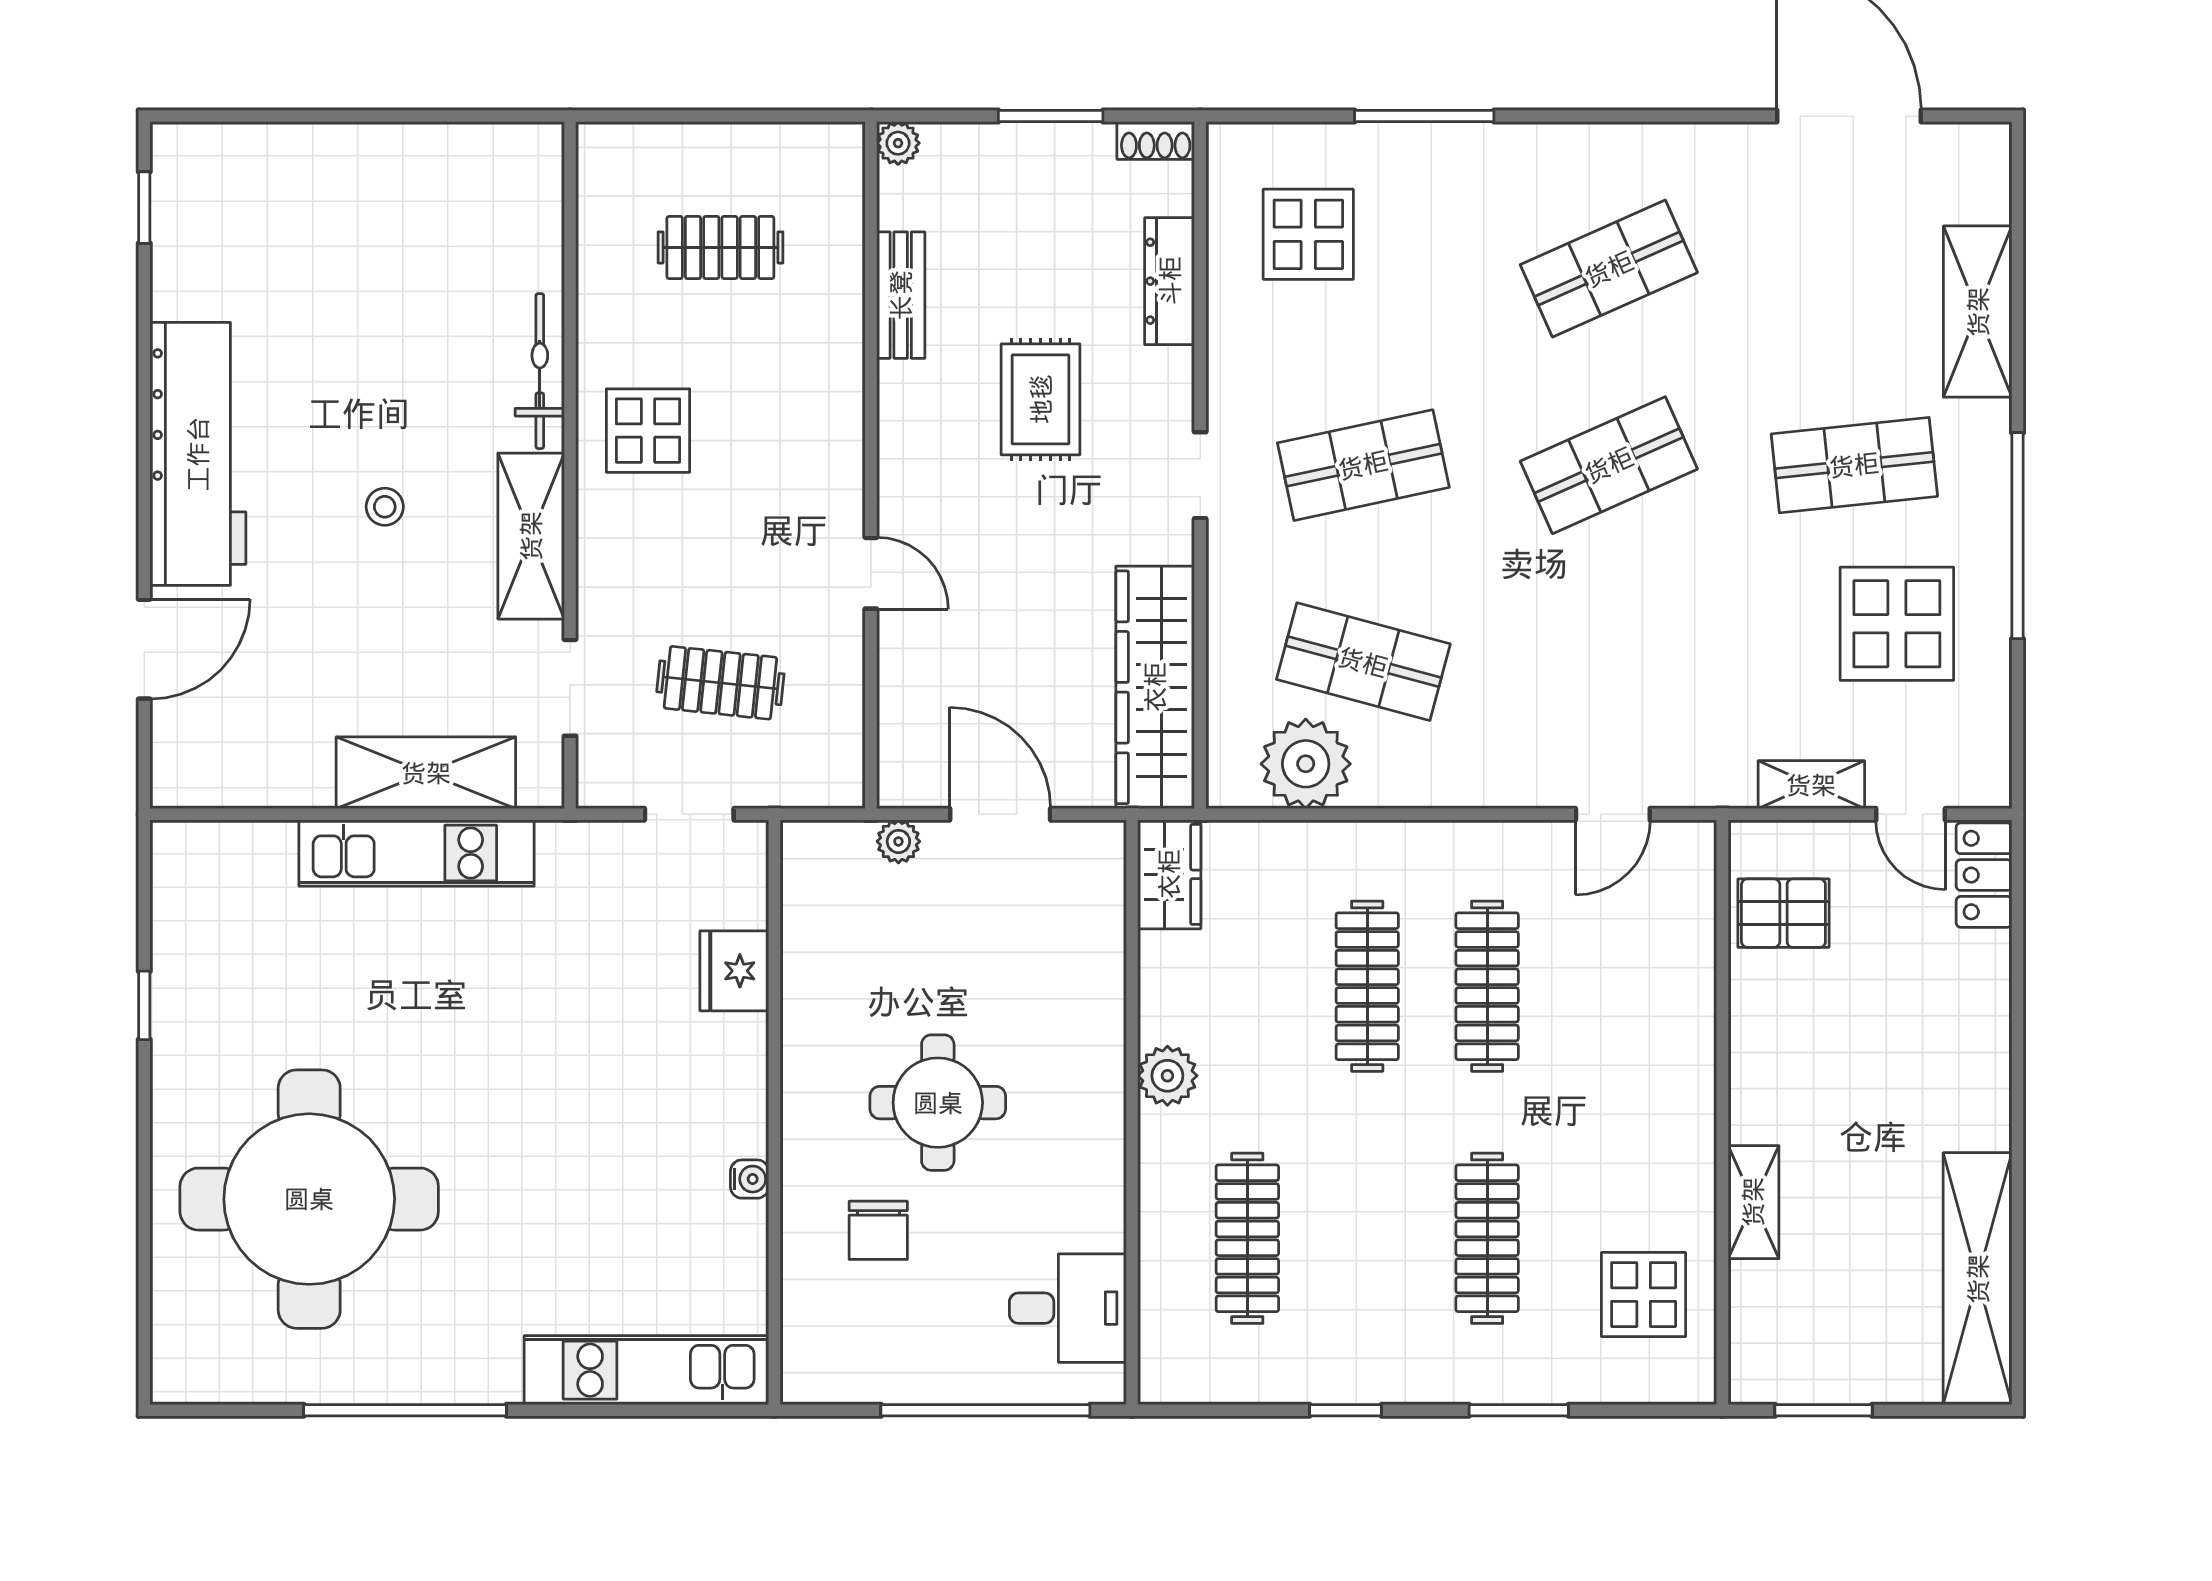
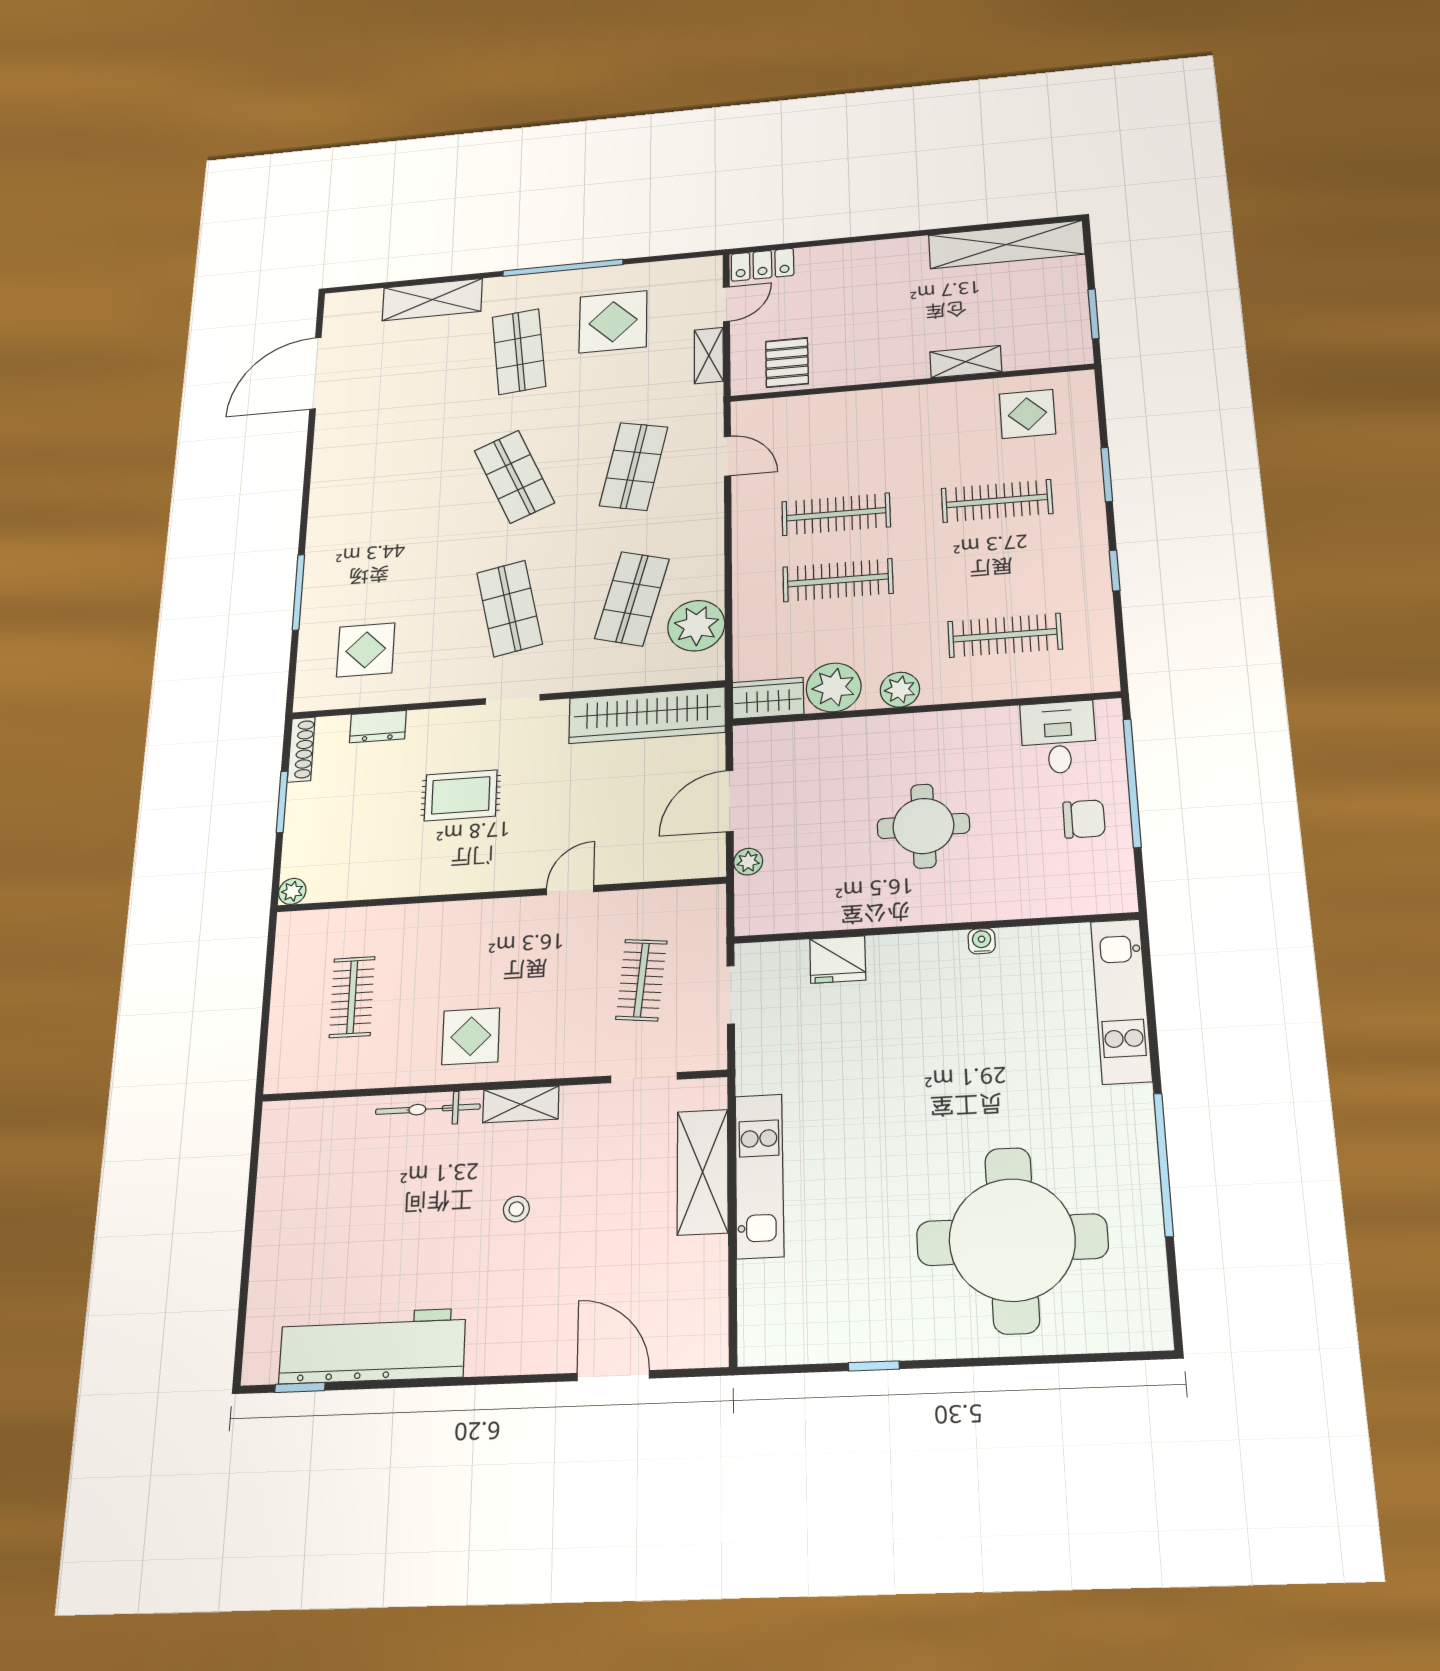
shoe rack: (1156, 141) -> (301, 750), width x1.43
shop shelf: (1609, 269) -> (634, 466), moved, turned 36
dresser: (1170, 281) -> (378, 727), width x0.70
bench: (901, 295) -> (390, 883), removed
workbench: (198, 454) -> (372, 1346), moved
shelving: (531, 536) -> (521, 1104), width x0.67, depth x0.75
plant: (1180, 975) -> (834, 687), added
chair: (878, 1230) -> (1084, 819), moved

